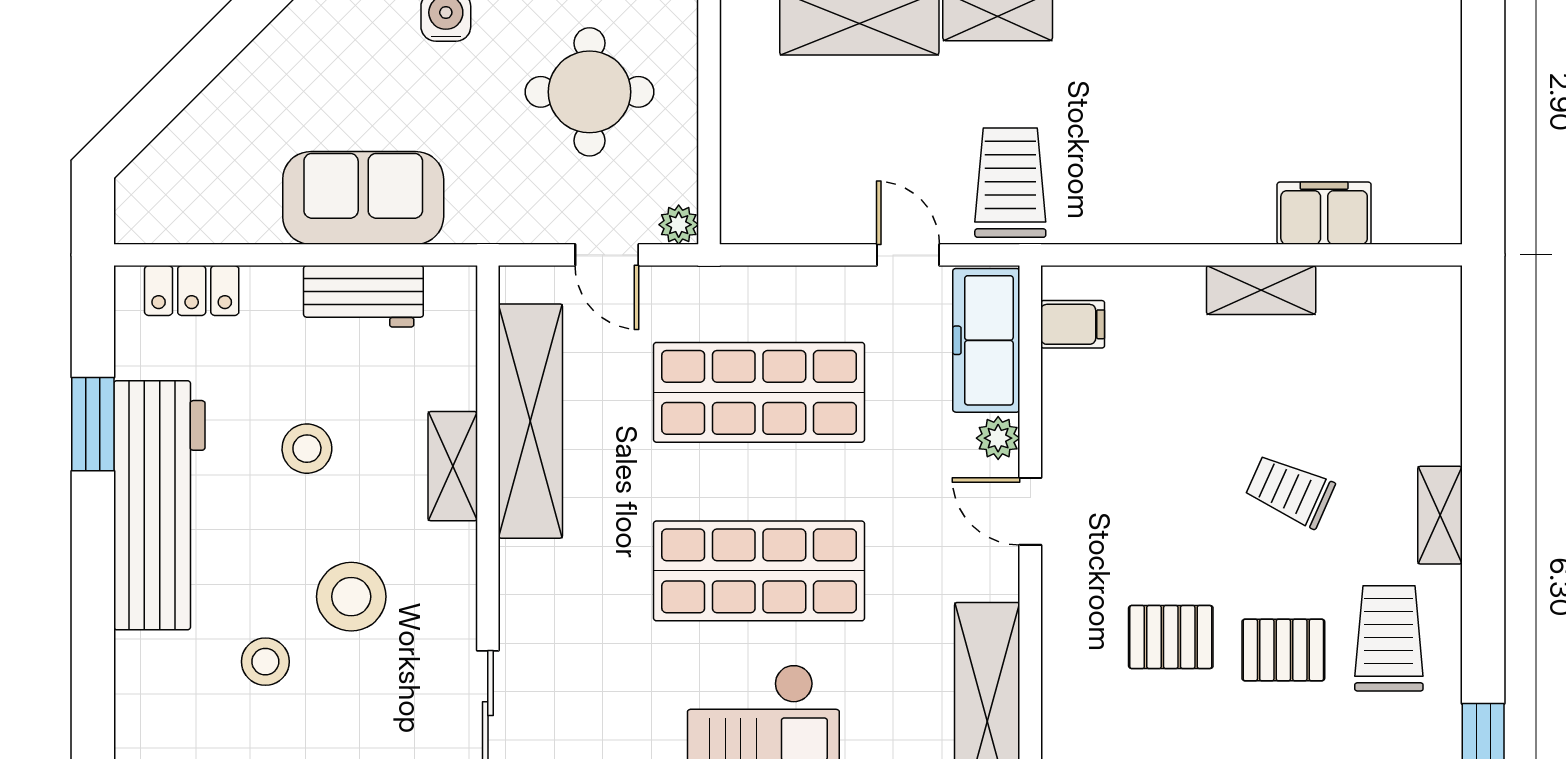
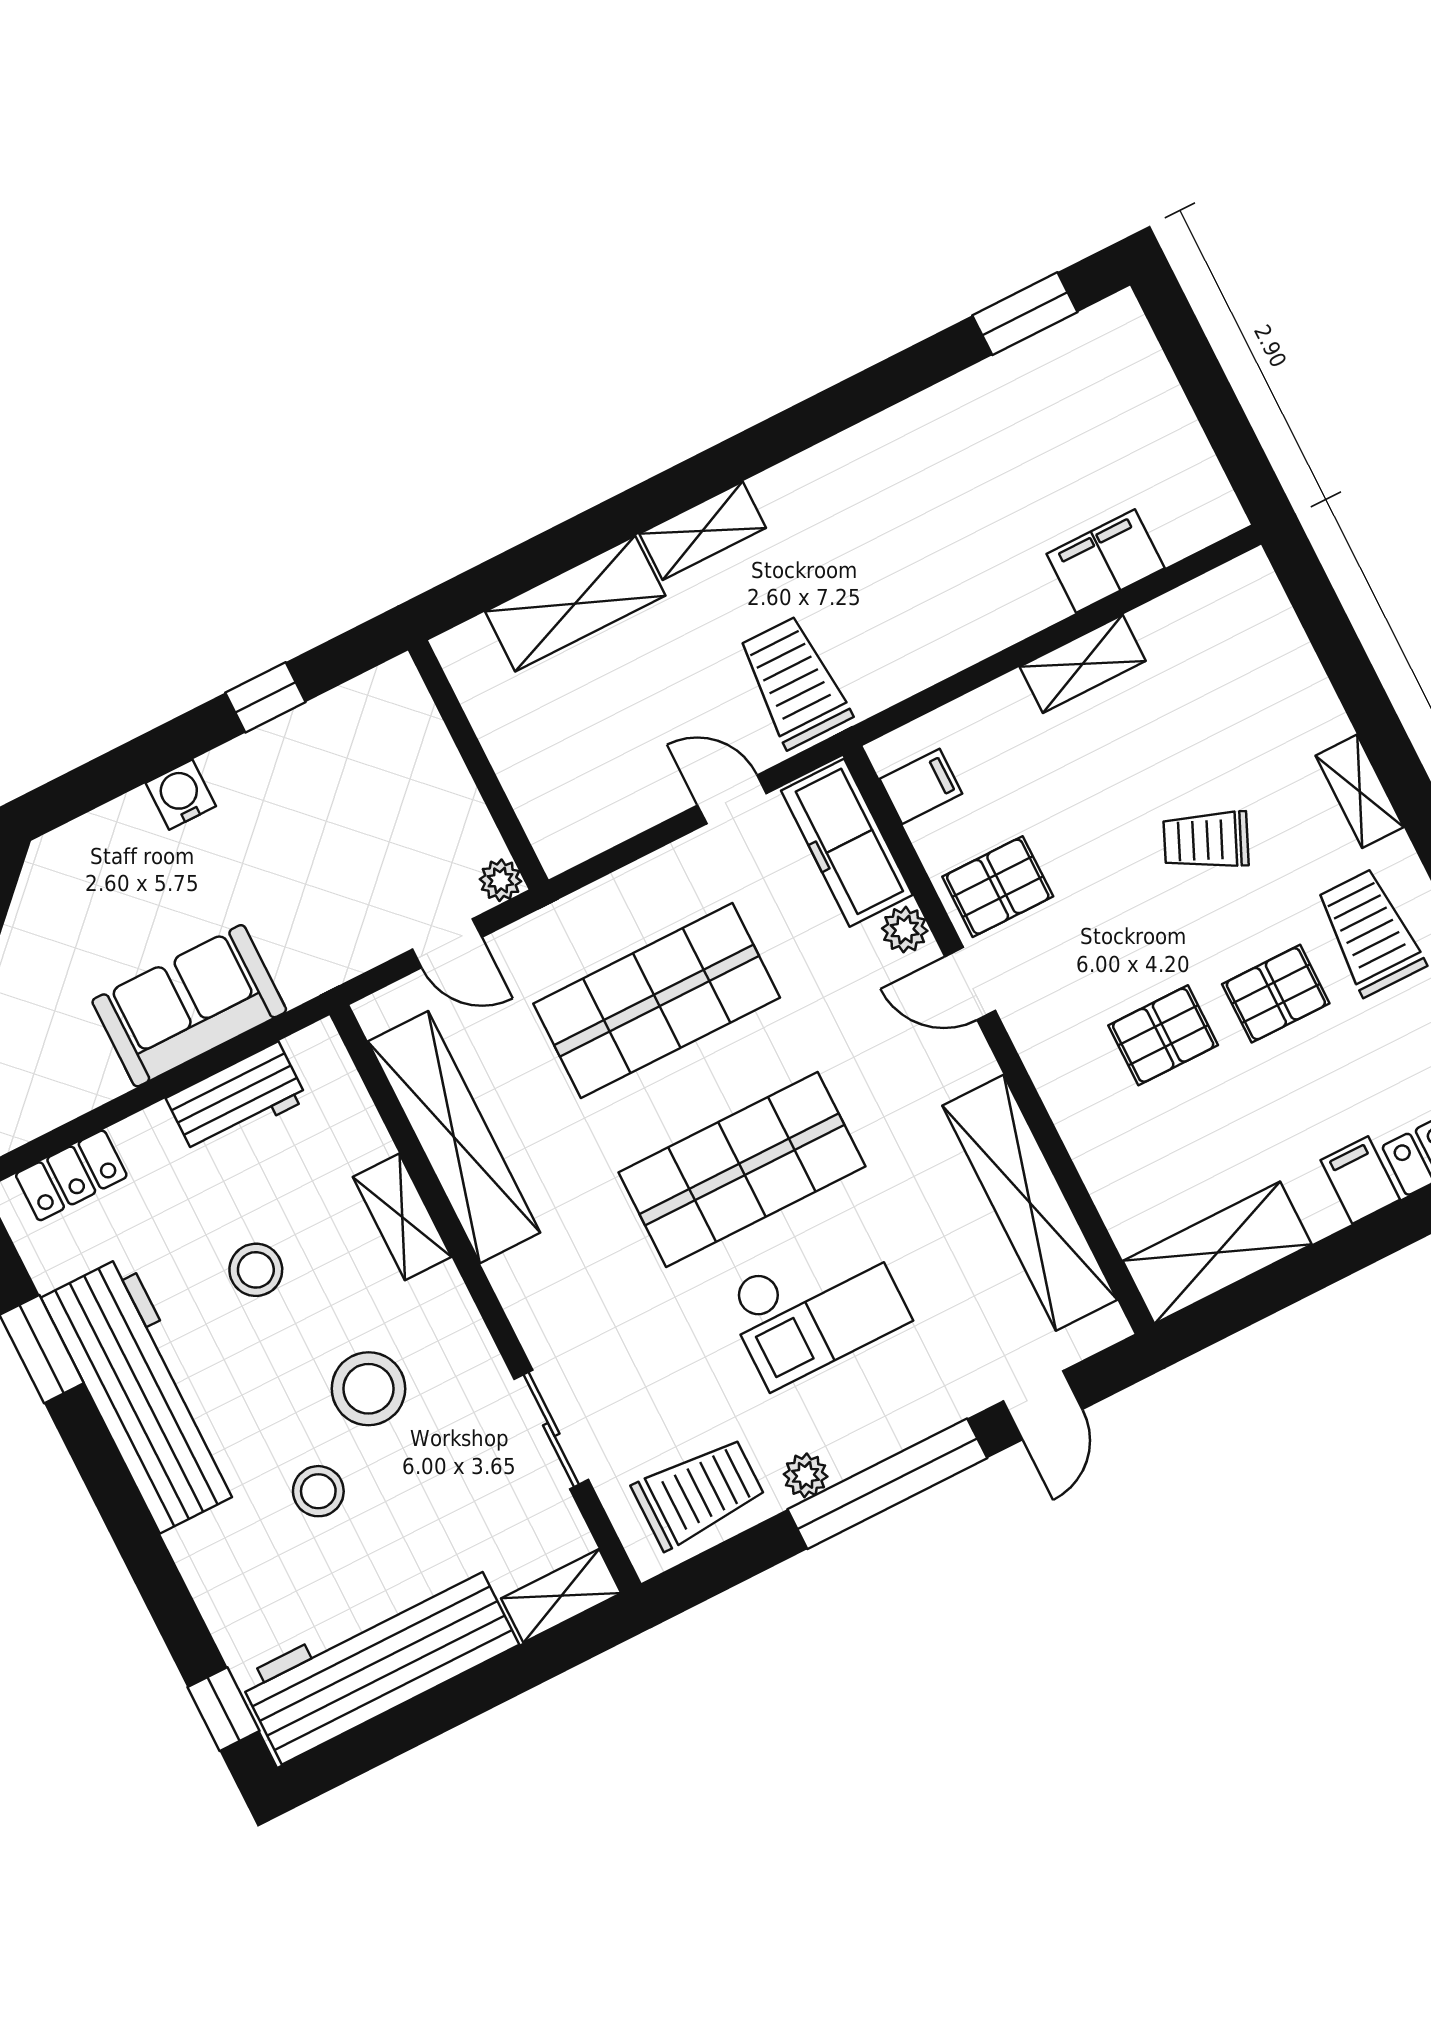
round table: (590, 92) -> (353, 797), removed
pallet: (1095, 441) -> (998, 887), added

